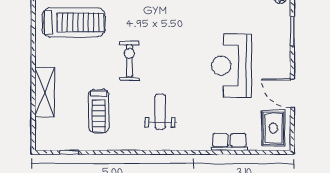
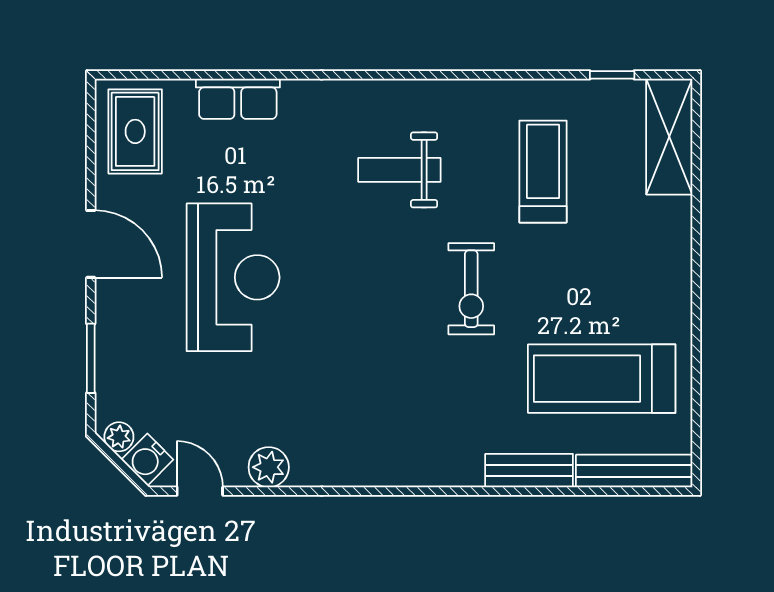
shelving: (45, 92) -> (669, 137), moved
door: (292, 93) -> (91, 244), moved
weight bench: (160, 112) -> (399, 170), turned 90

